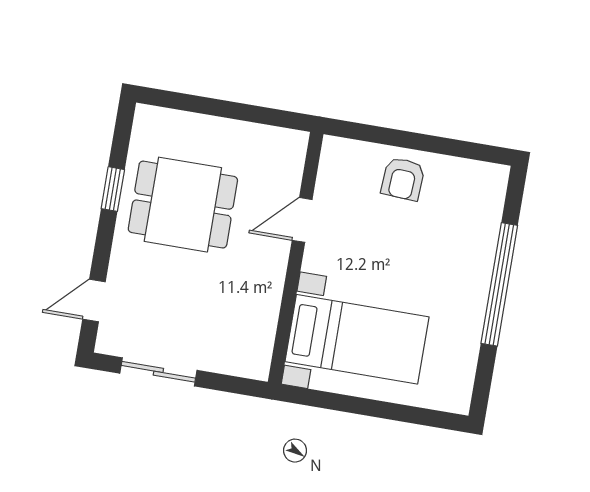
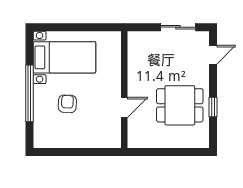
armchair: (403, 179) -> (67, 104), moved
bed with nightstands: (357, 339) -> (64, 57), moved, turned 180

